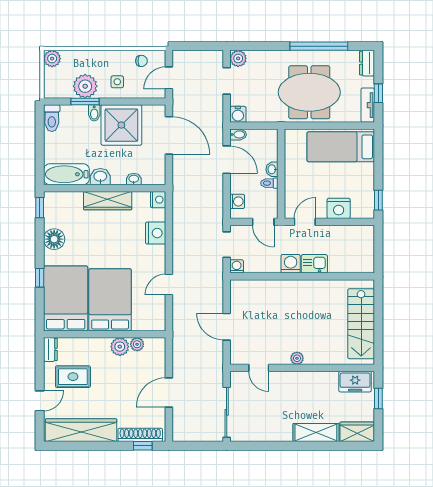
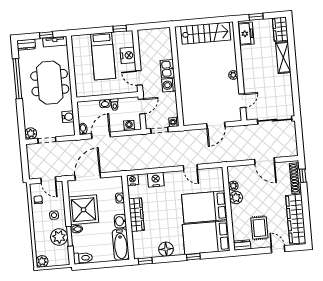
water cooler: (238, 114) -> (68, 117), moved
bed: (341, 147) -> (103, 56), moved

